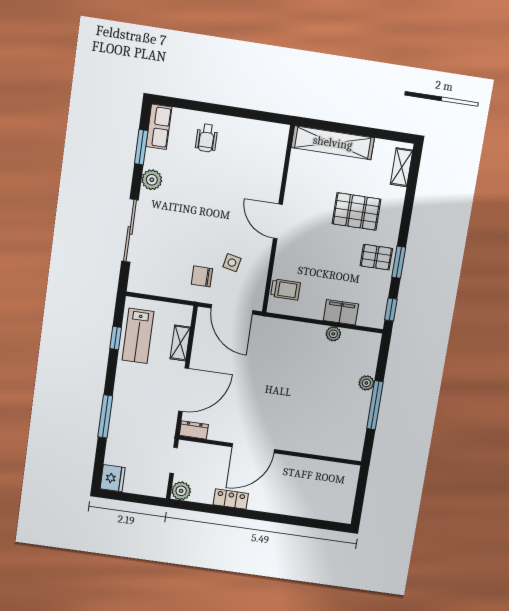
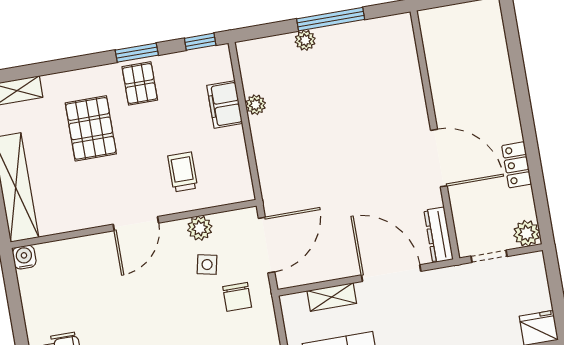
water cooler: (281, 132) -> (24, 257), added
plant: (260, 266) -> (200, 228), added
trolley: (285, 289) -> (183, 172), moved
dresser: (194, 430) -> (439, 235), width x1.44

